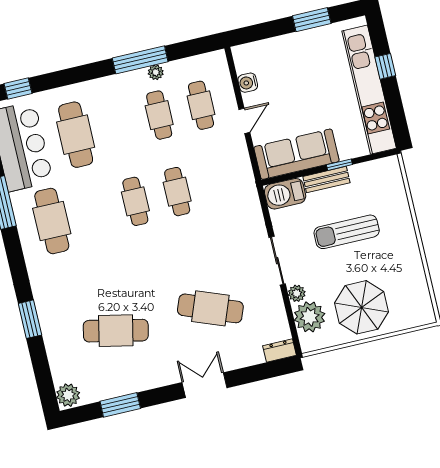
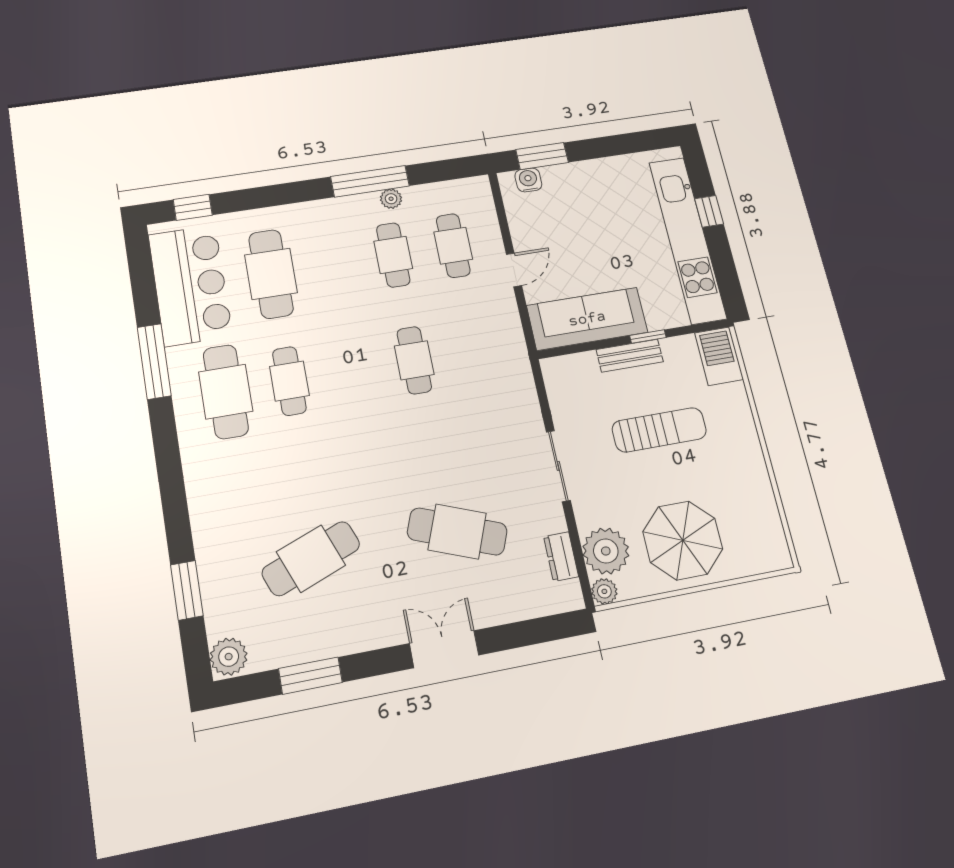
window: (312, 20) -> (542, 156), moved
water cooler: (248, 83) -> (528, 180), moved, turned 90
barbecue: (285, 194) -> (719, 356), moved, turned 90
cafe table: (135, 201) -> (289, 381), moved
sun lounger: (347, 232) -> (659, 430), turned 180
plant: (297, 293) -> (604, 591), moved
window: (30, 319) -> (187, 590), moved
cafe table: (116, 331) -> (311, 559), turned -33
dresser: (279, 350) -> (561, 557), moved, turned -90

